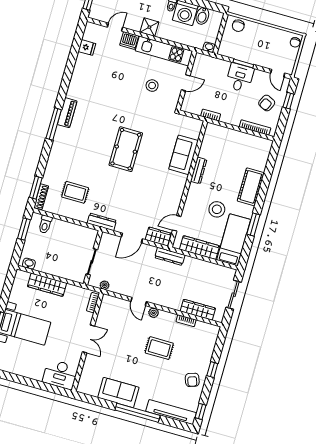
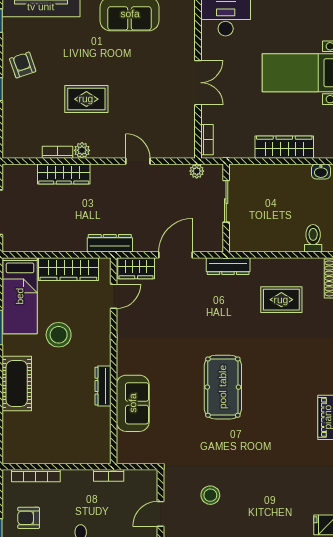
armchair: (267, 103) -> (29, 518), turned -115
wardrobe: (198, 310) -> (64, 174), moved
plant: (154, 313) -> (82, 150), moved
double door: (88, 339) -> (198, 83), swing flipped

